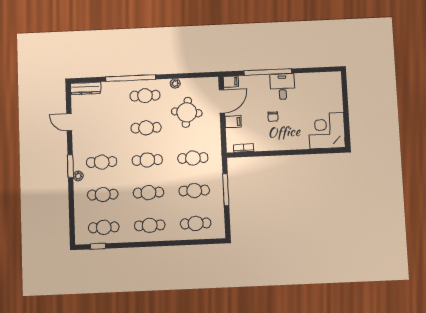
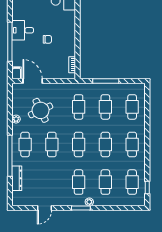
dresser: (86, 88) -> (17, 178), moved
round table: (187, 112) -> (41, 110), turned -32
filing cabinet: (233, 122) -> (50, 72), removed

